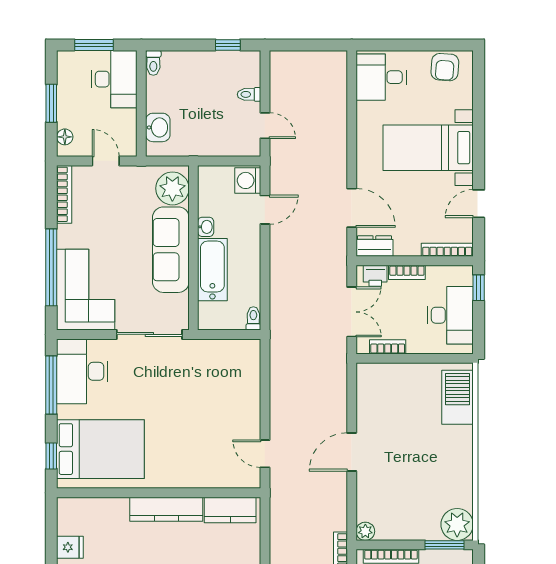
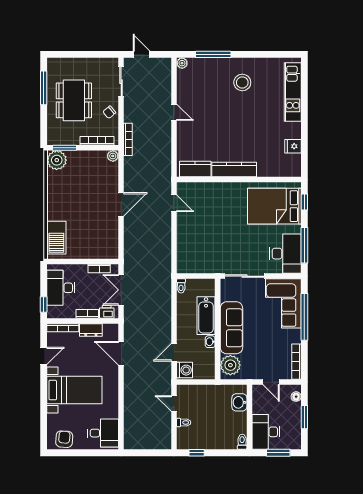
dresser: (374, 246) -> (91, 330), moved

